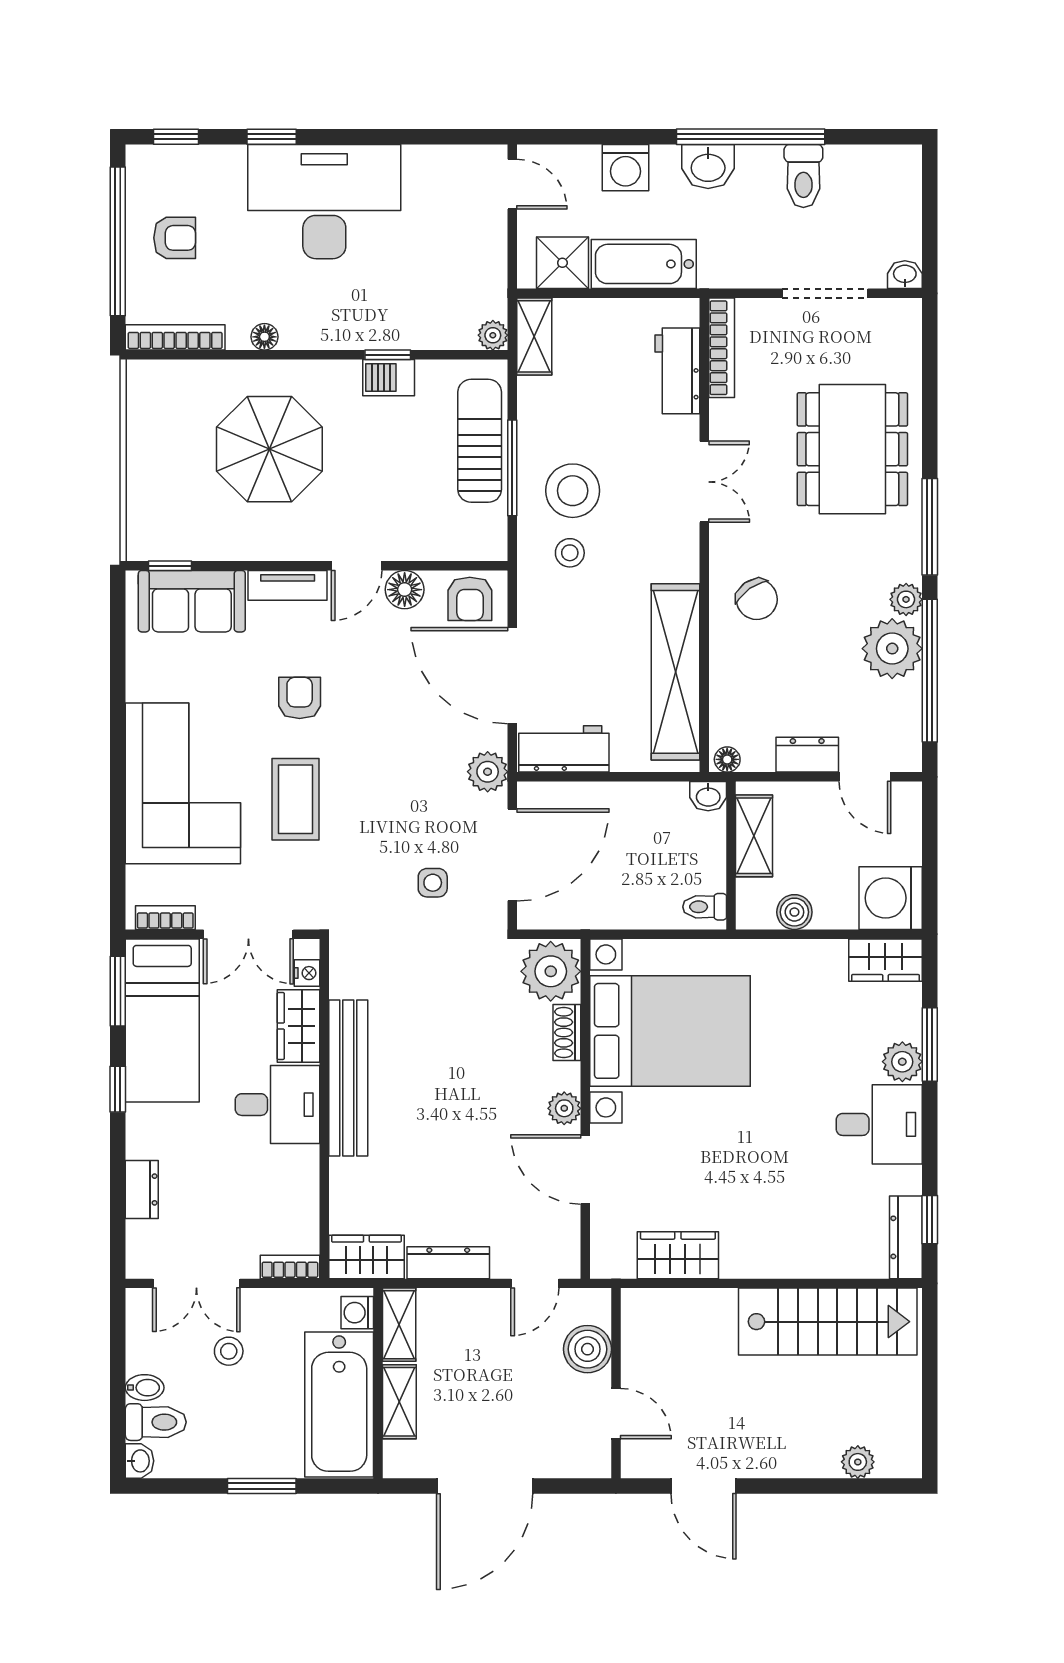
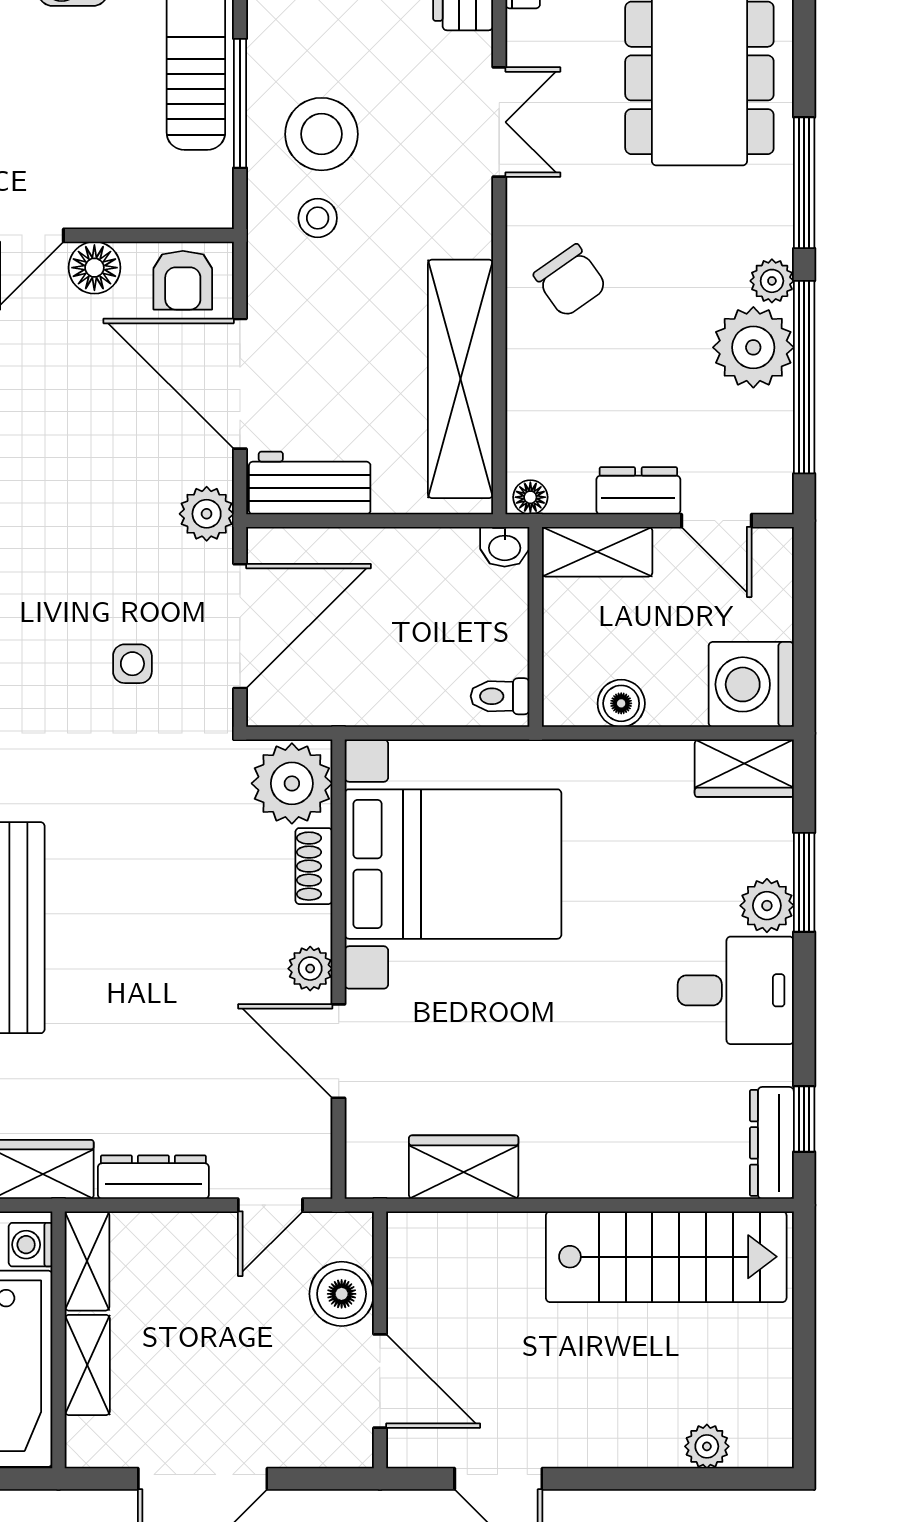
shelving: (754, 836) -> (597, 552), moved, turned 90
door: (616, 1414) -> (380, 1381), width x1.38

